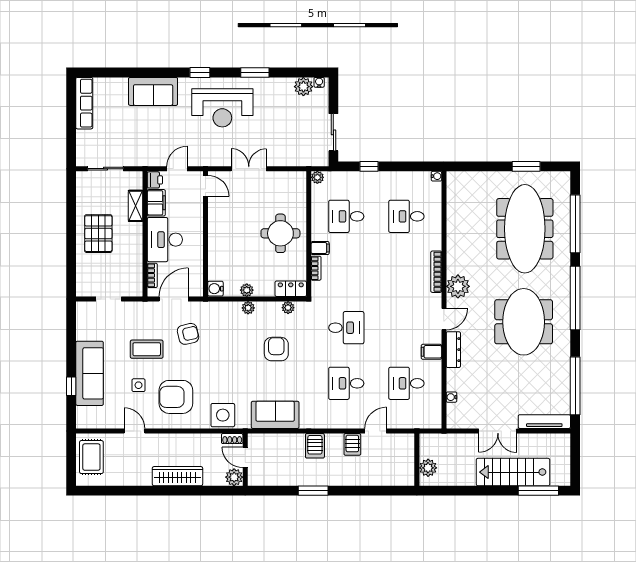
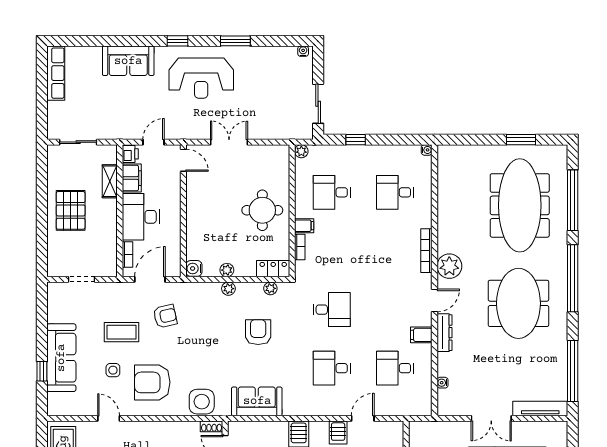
plant: (303, 87) -> (287, 56), removed

